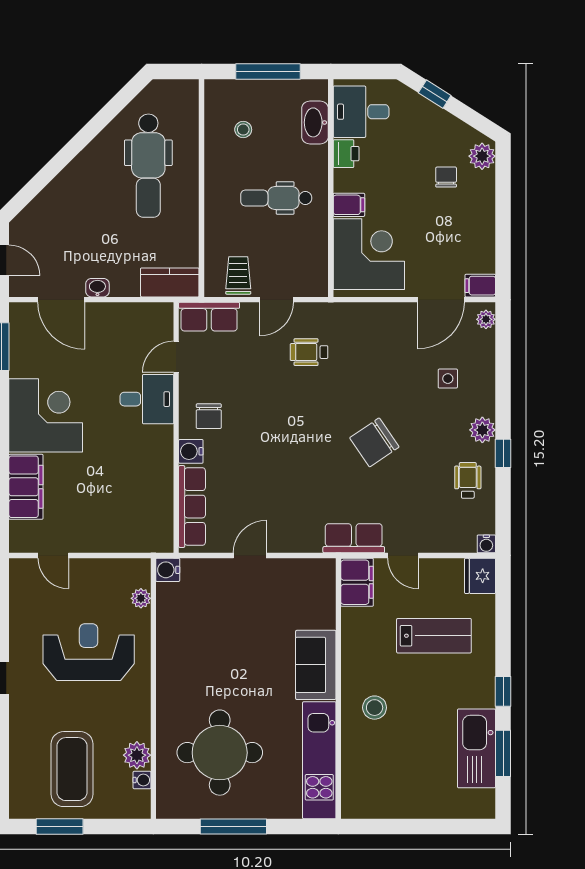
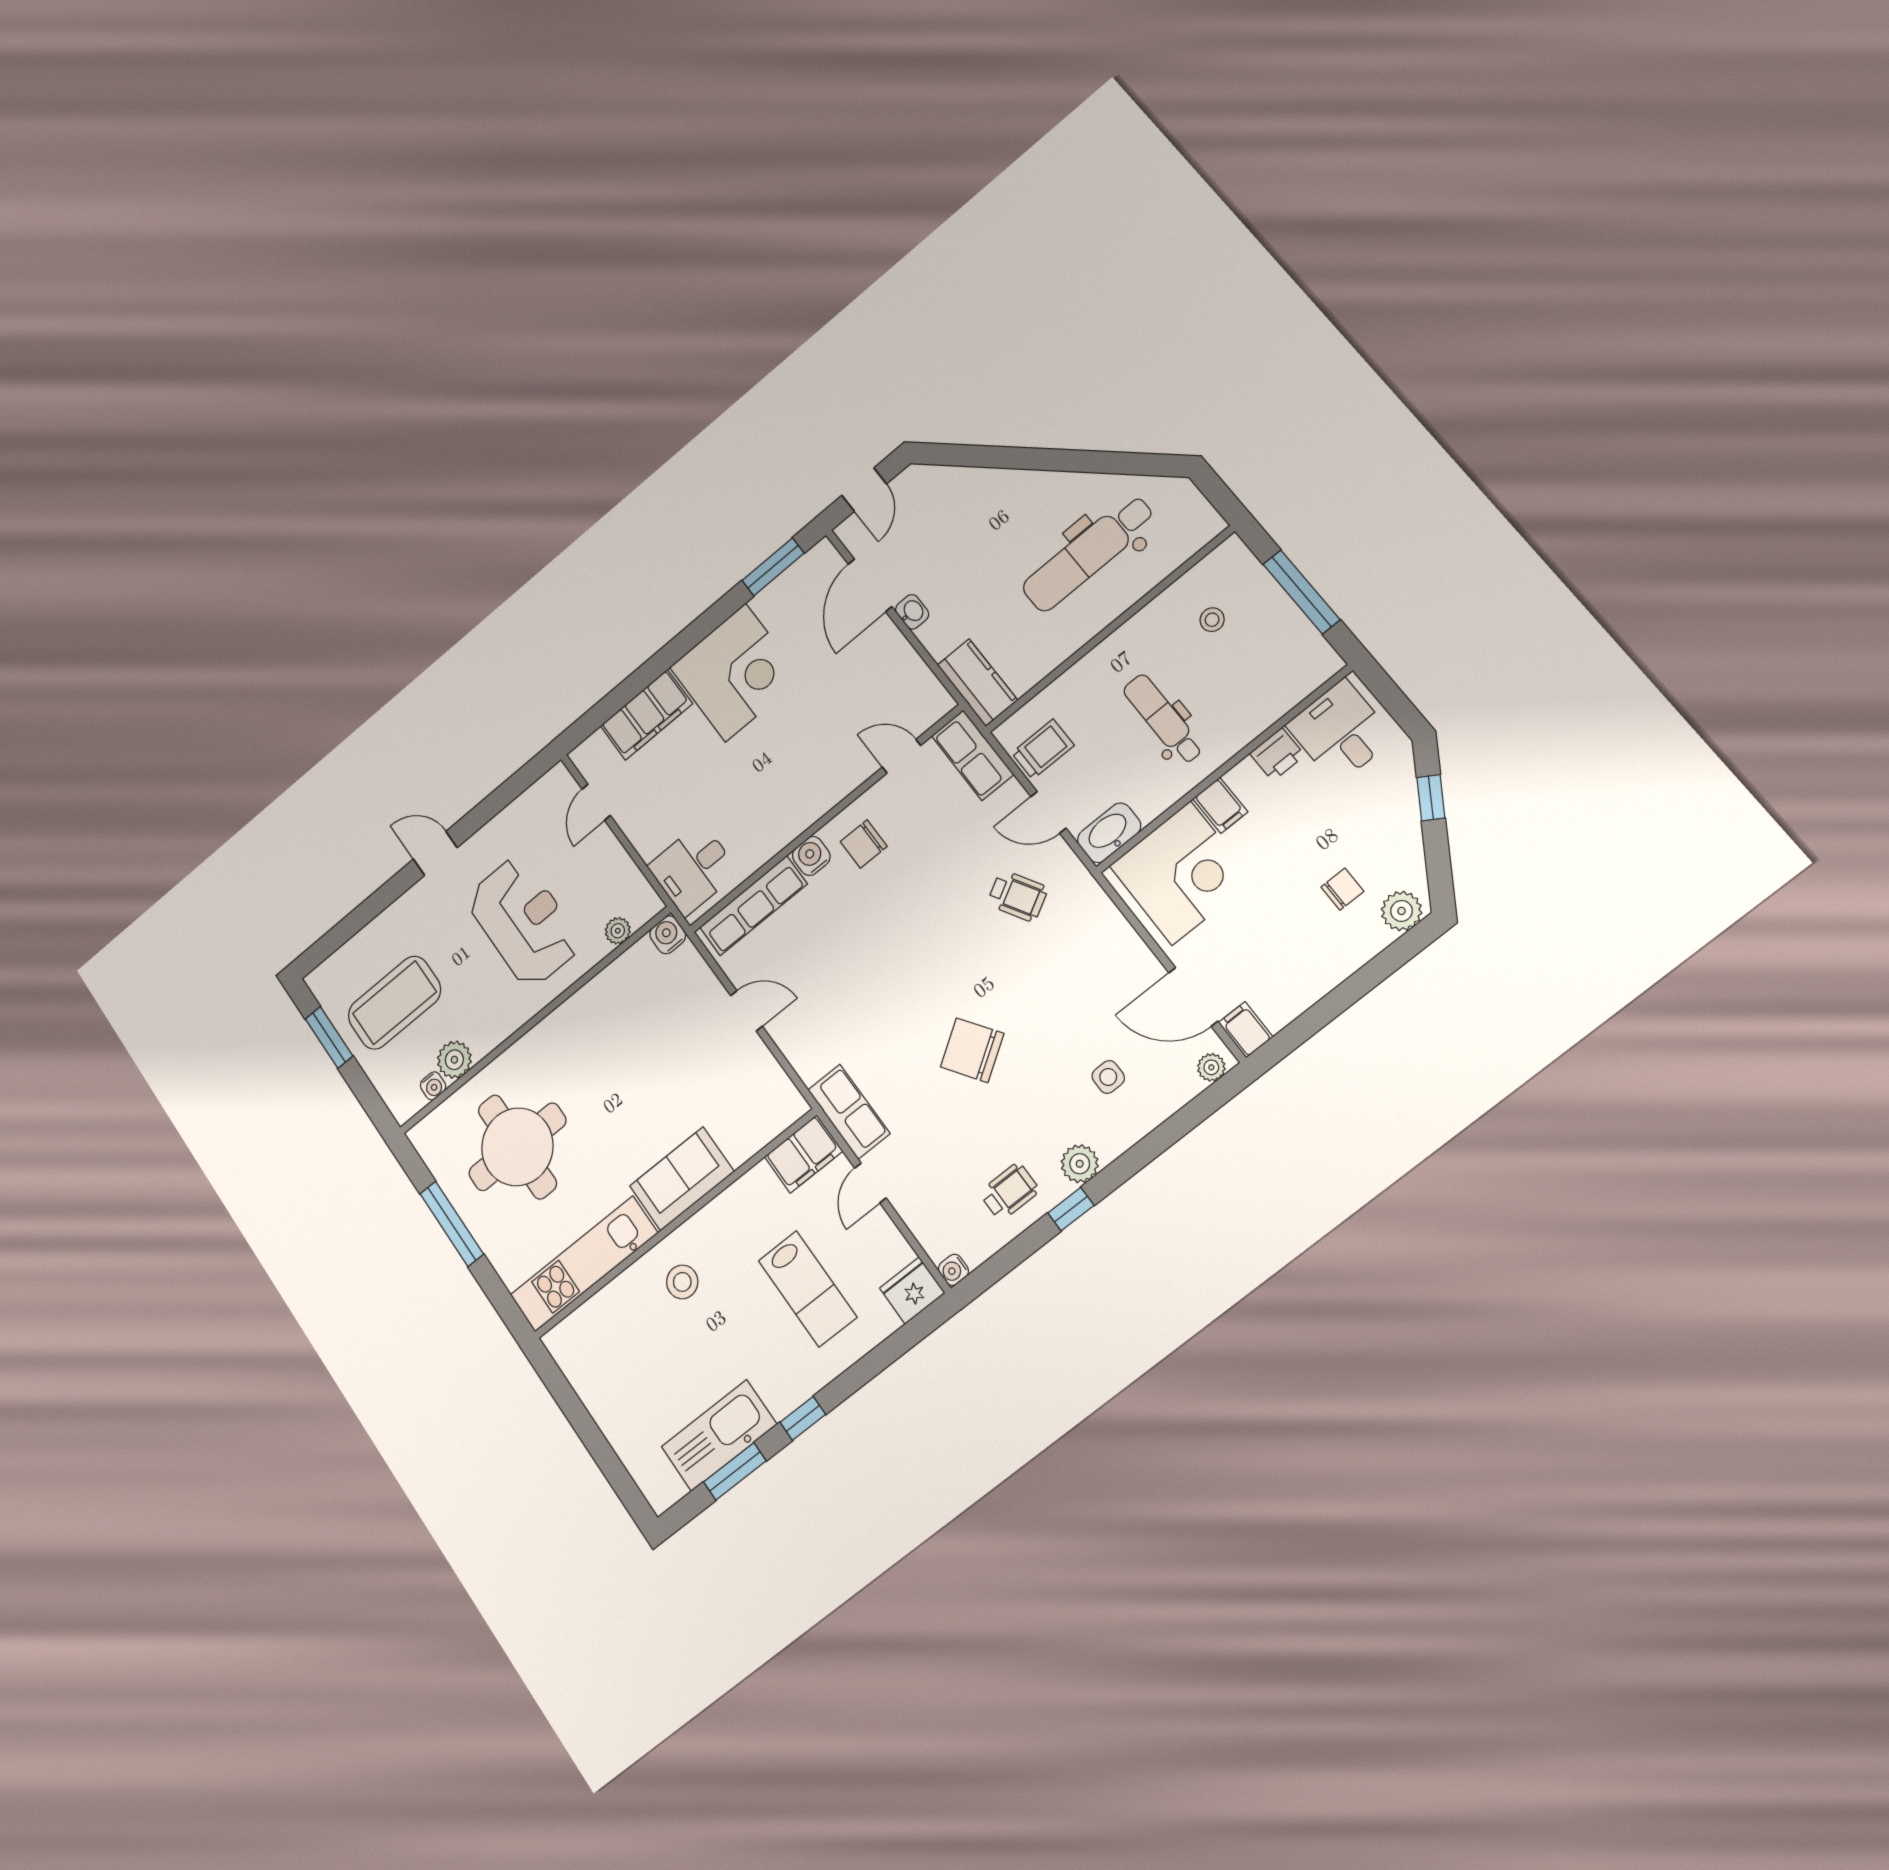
washbasin: (315, 122) -> (1109, 833), moved
wheelchair: (309, 352) -> (1018, 896), turned 150
desk: (147, 399) -> (693, 869), moved, turned 90

